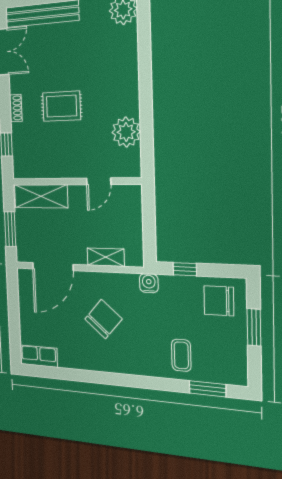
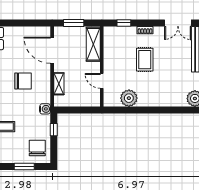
chair: (103, 319) -> (23, 81), turned -41

